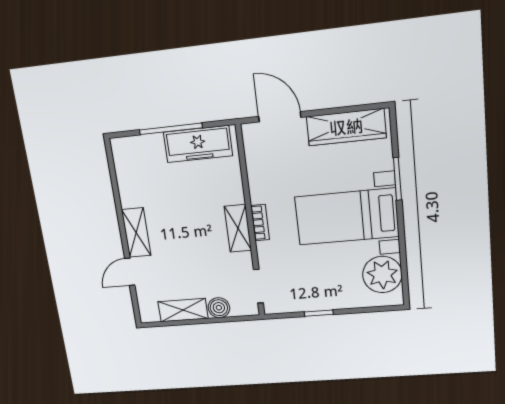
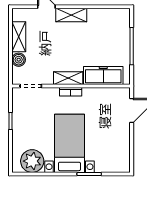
wardrobe: (346, 127) -> (122, 148), removed
freezer: (198, 144) -> (103, 75), moved, turned 90

